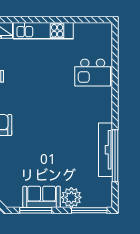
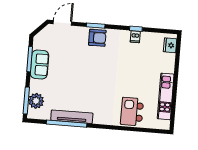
kitchen unit: (43, 31) -> (166, 96), moved
plant: (71, 197) -> (36, 101), moved

